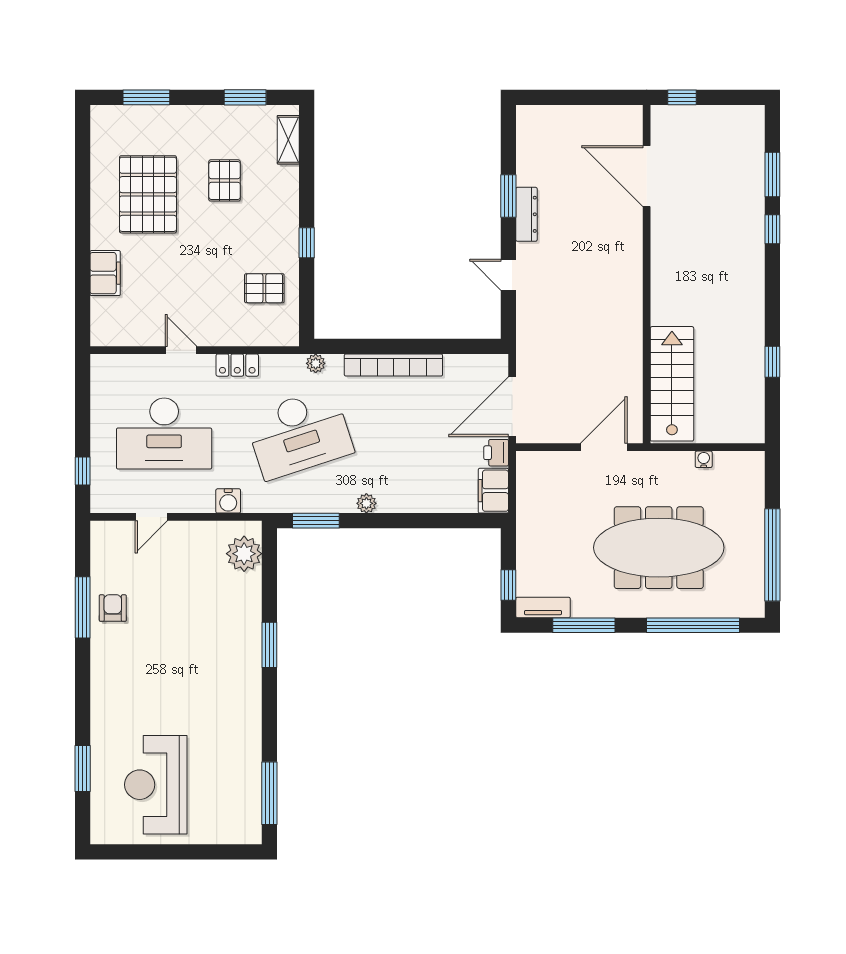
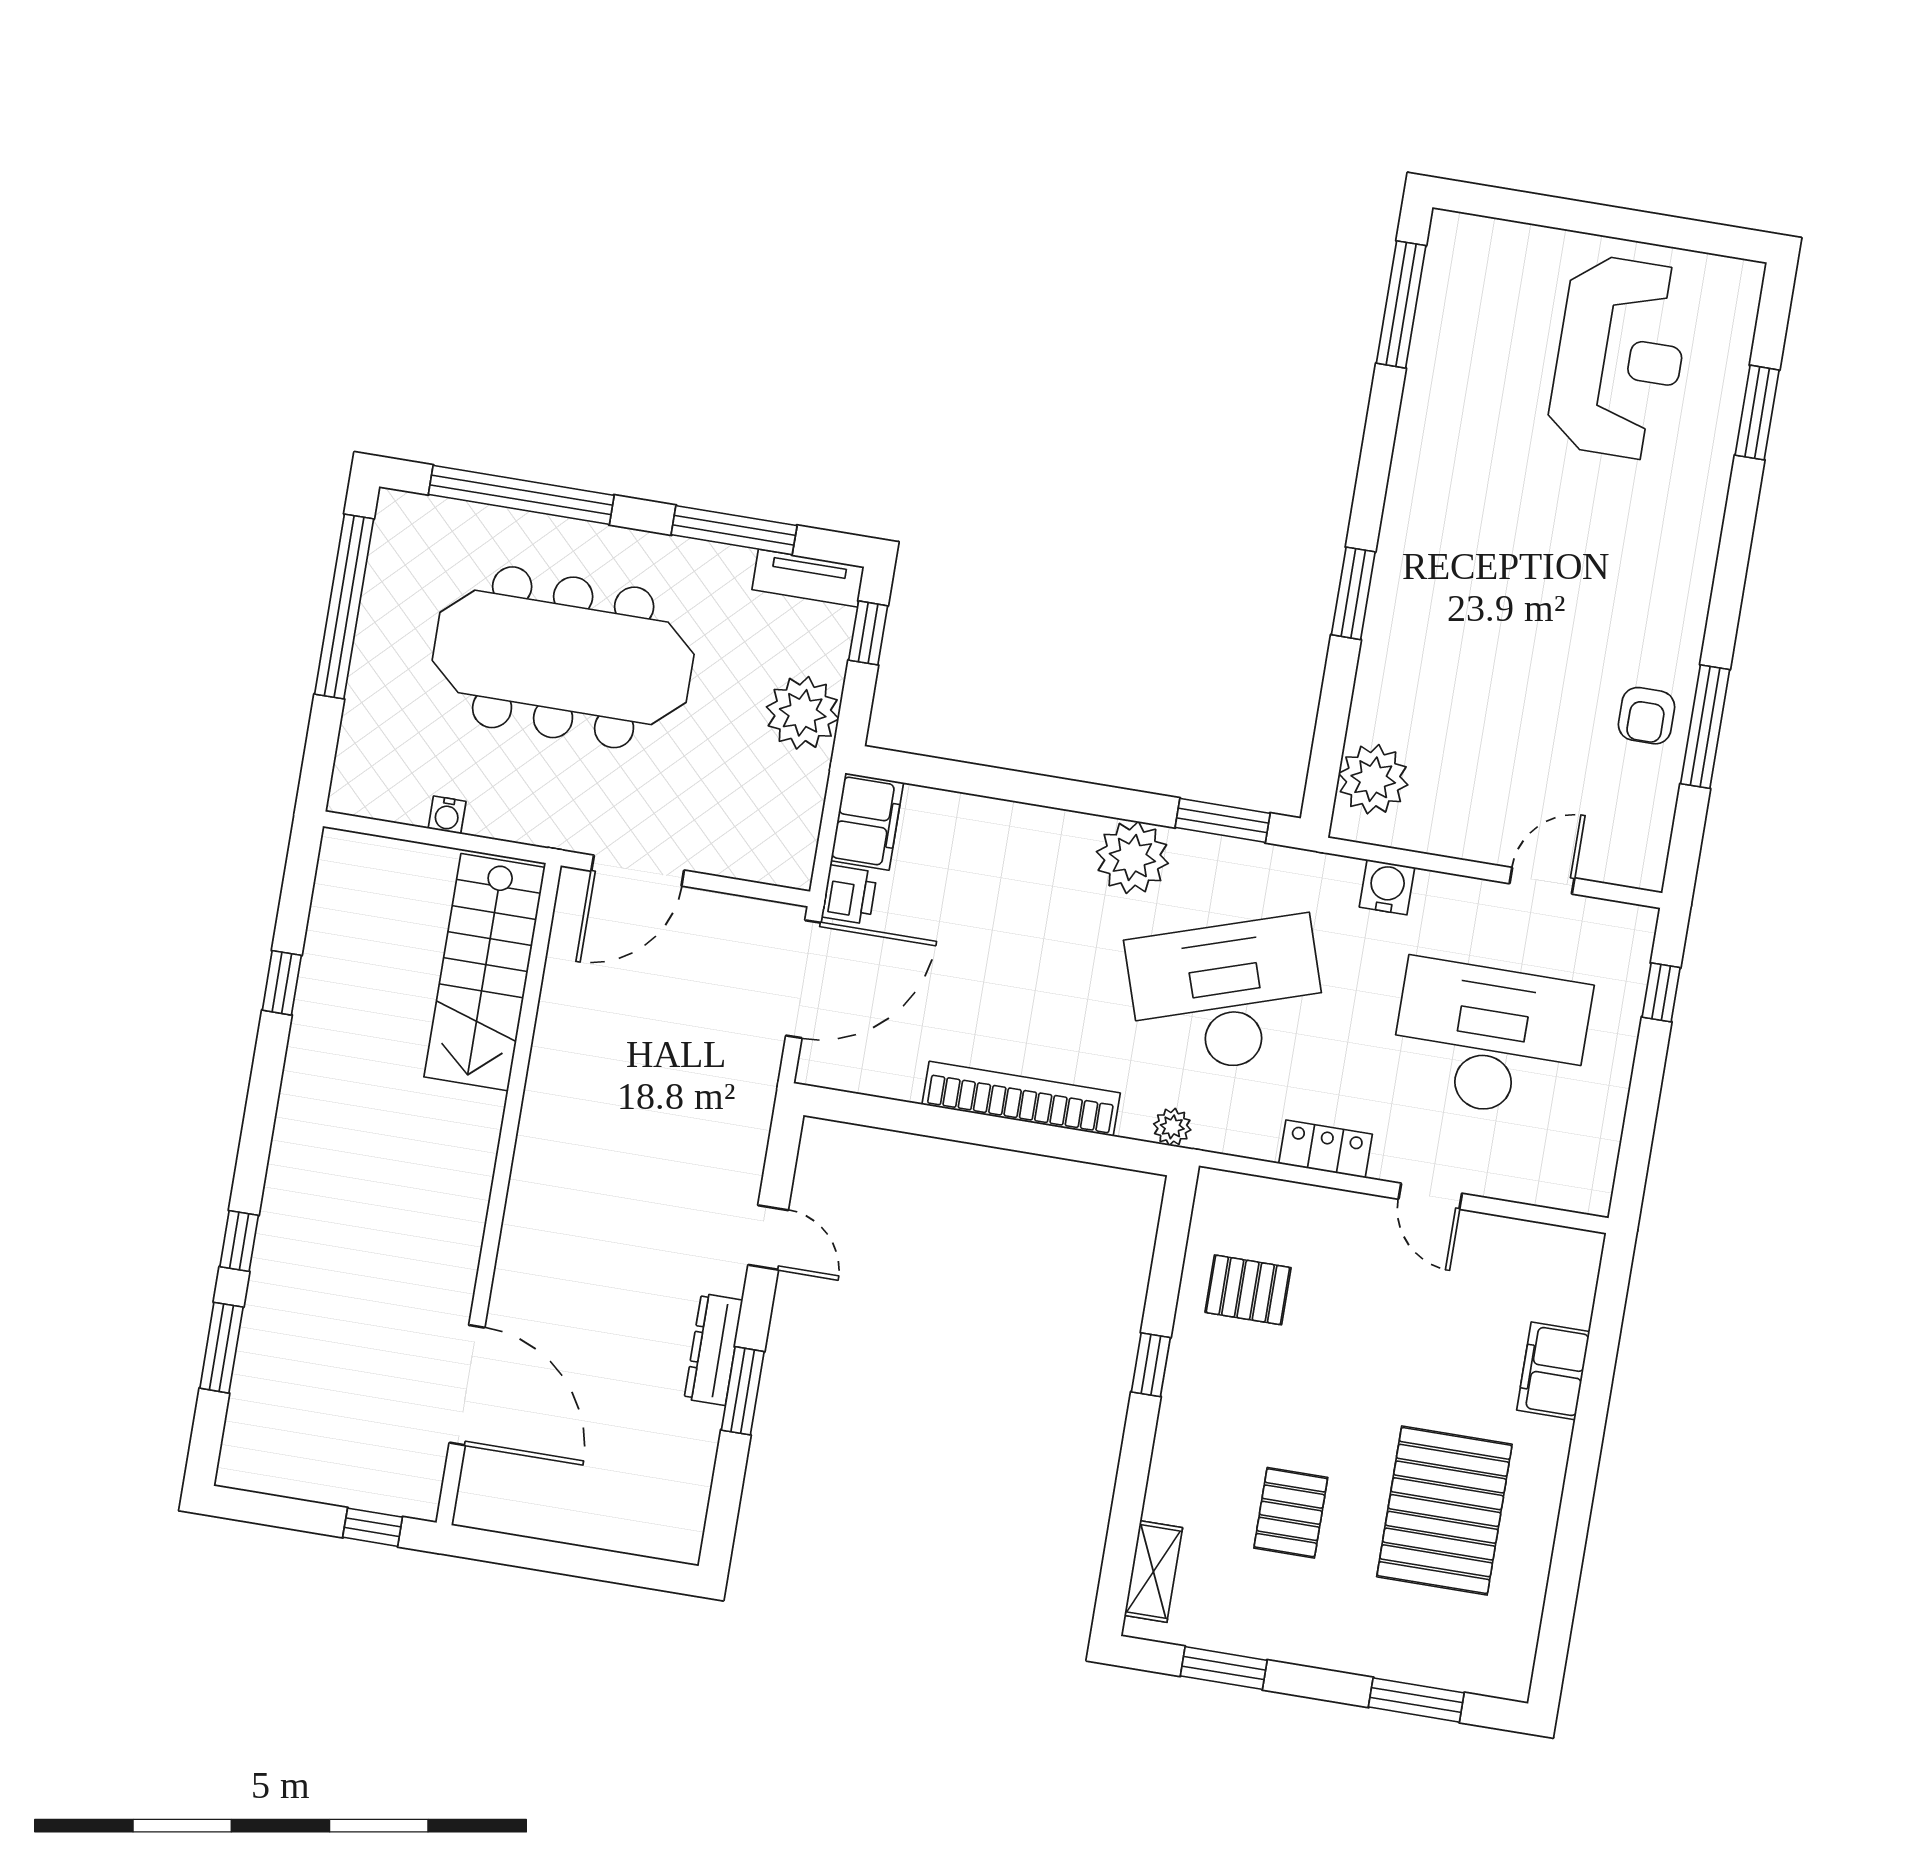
plant: (366, 503) -> (1132, 858), width x1.88, depth x1.88
plant: (534, 540) -> (803, 713), added

